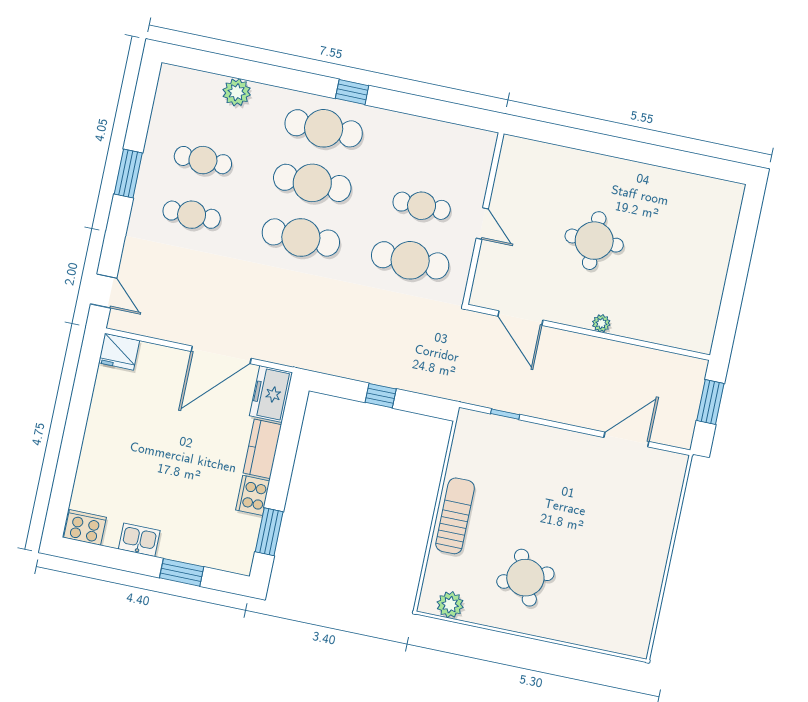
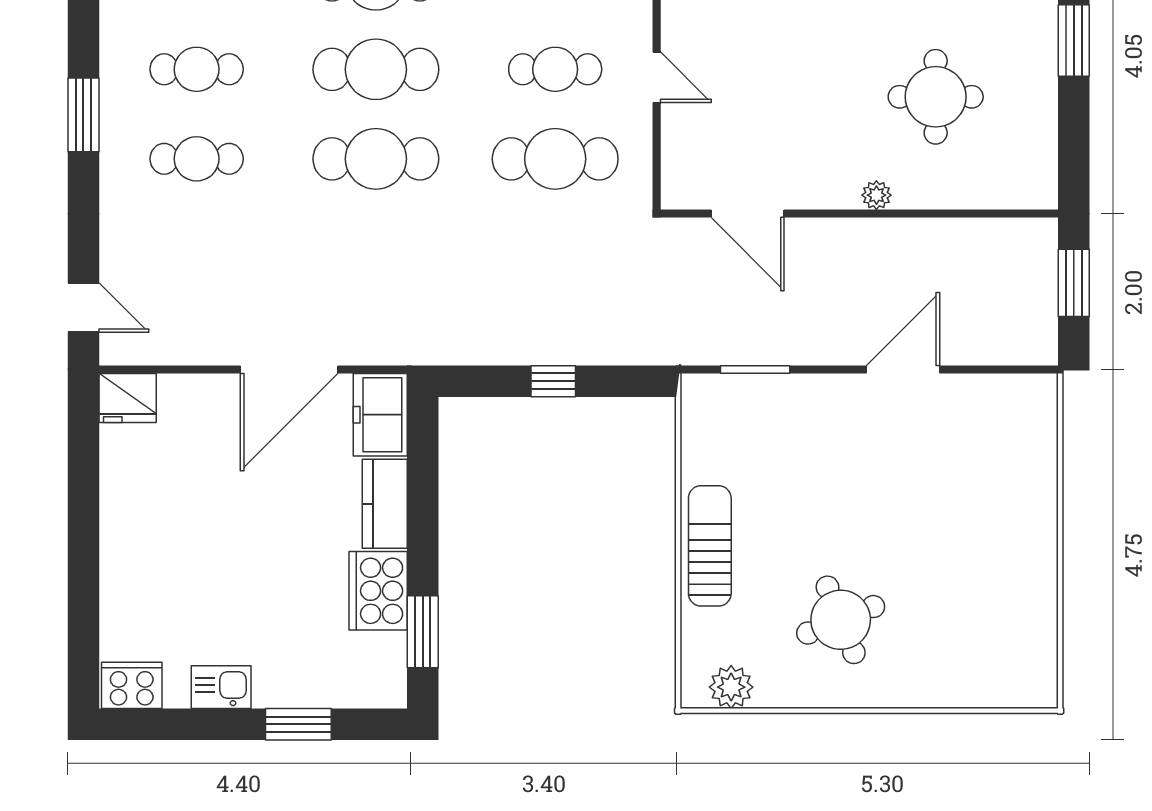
round table: (594, 241) -> (936, 97), moved
window: (741, 254) -> (1074, 41), added
window: (505, 414) -> (755, 370), width x1.50
door: (626, 440) -> (903, 370), moved
cooker: (253, 495) -> (378, 591), width x1.37, depth x1.31

